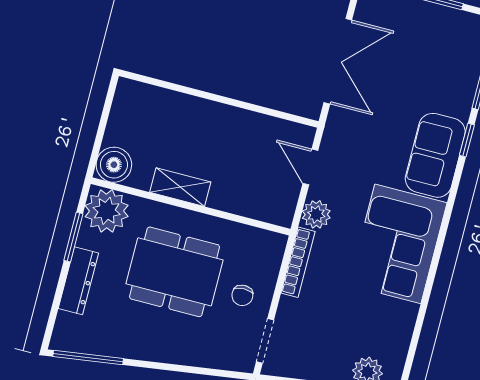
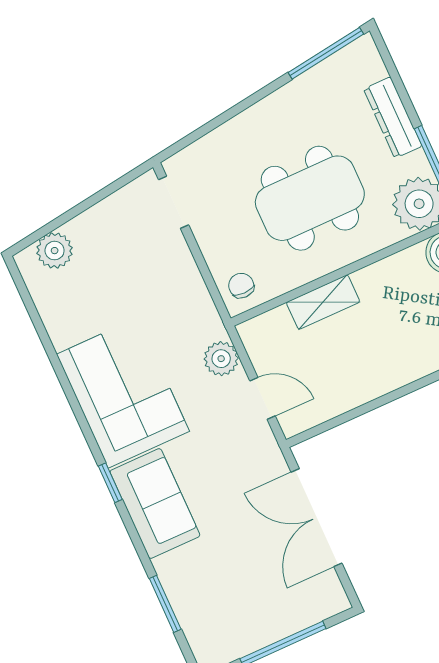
window: (467, 140) -> (110, 483), moved
shelving: (180, 187) -> (323, 302), moved
bookcase: (298, 262) -> (202, 300), removed
chair: (242, 295) -> (241, 286), moved

